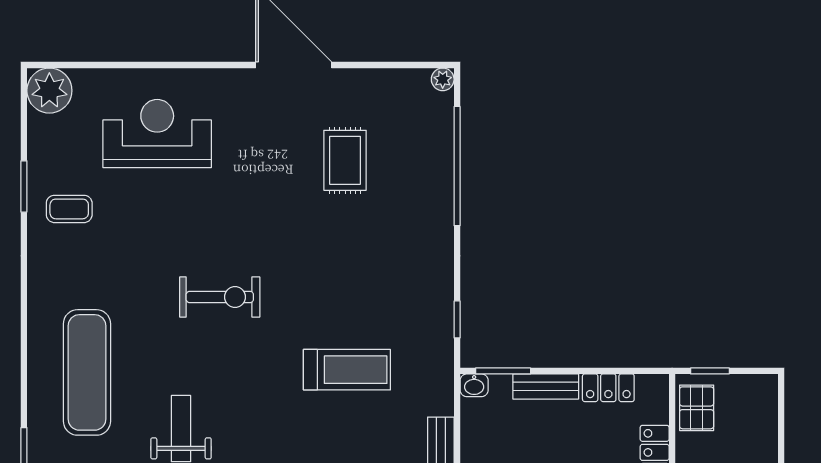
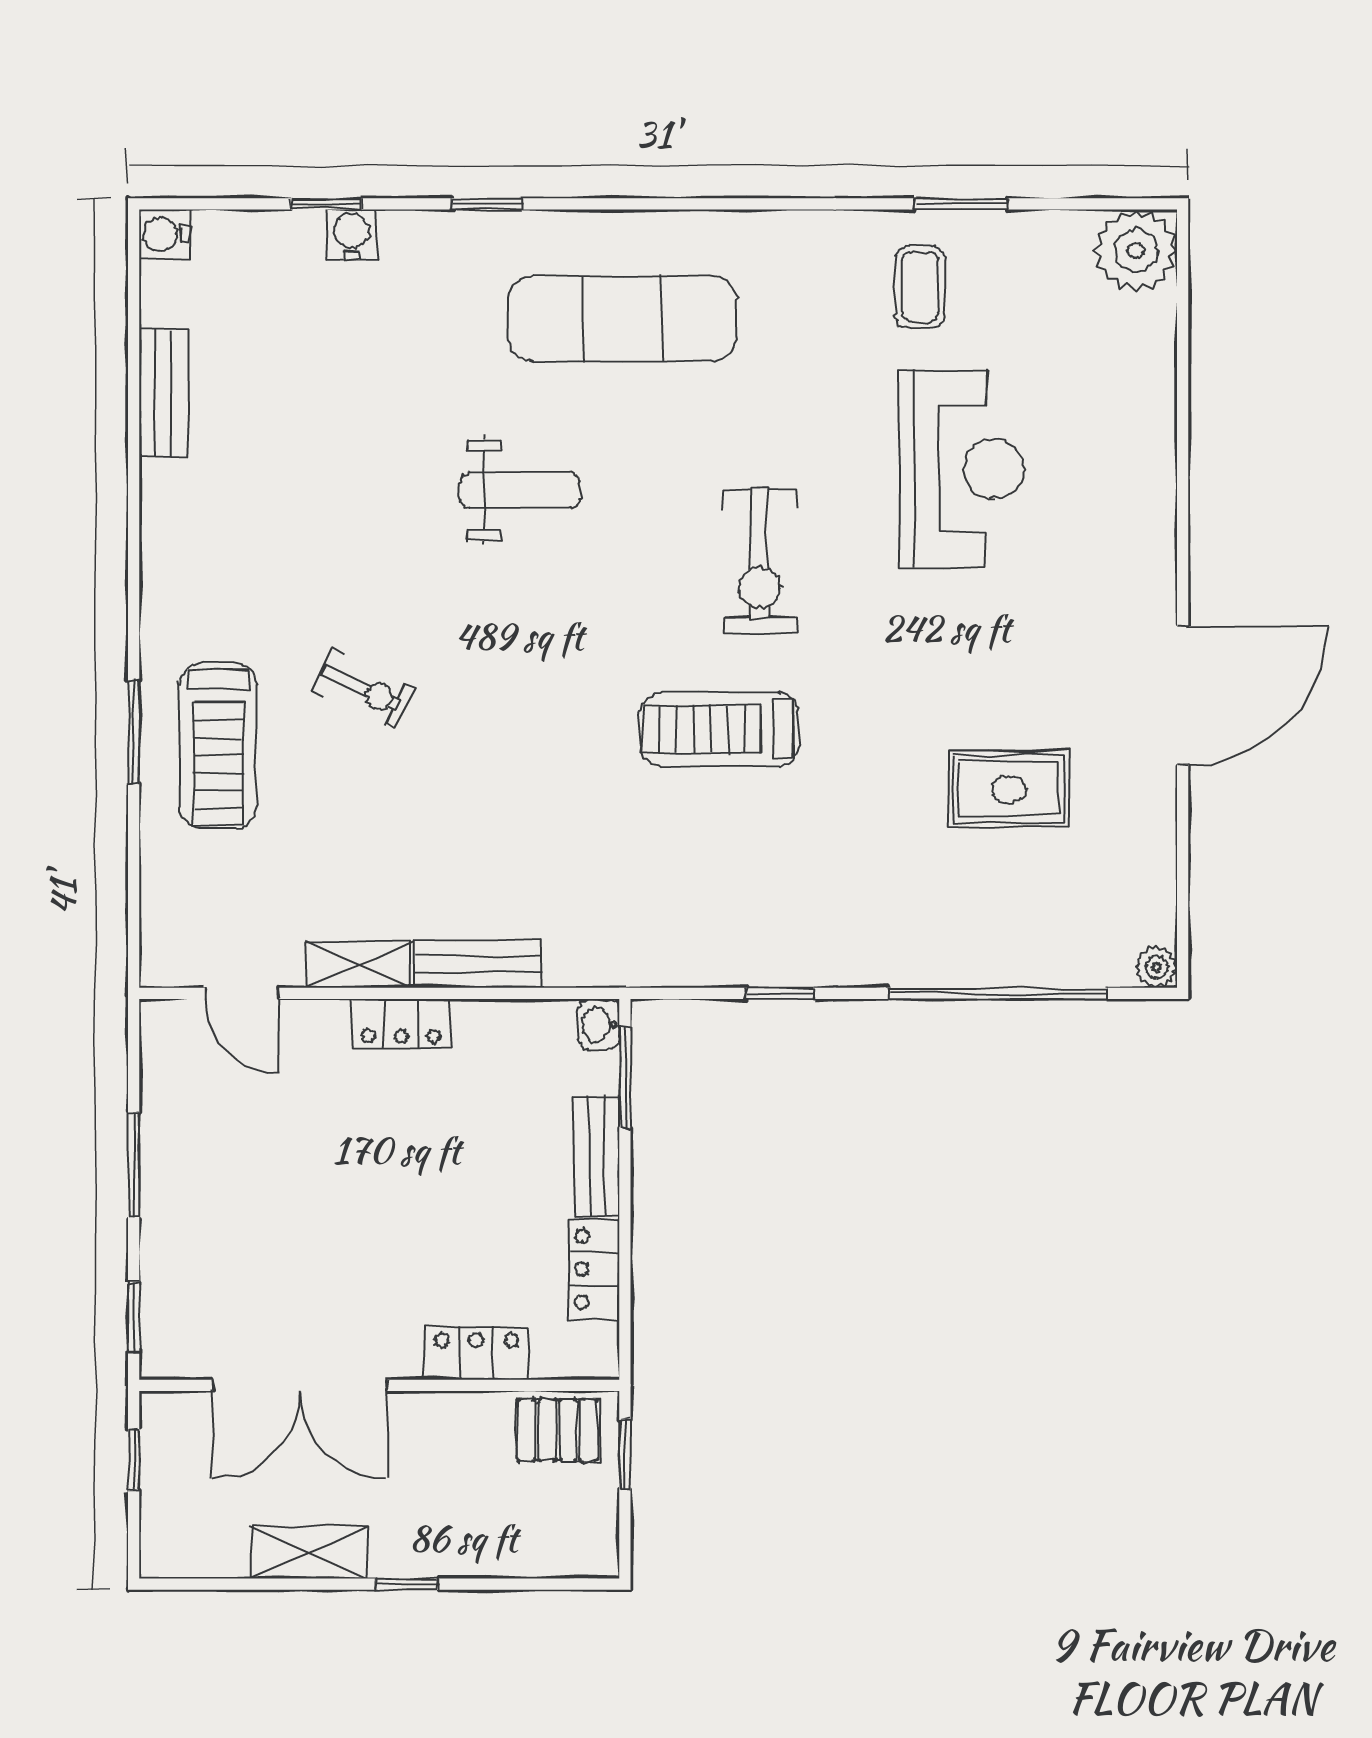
reception desk: (157, 134) -> (961, 469), moved
window: (457, 319) -> (780, 993), moved
treadmill: (347, 370) -> (719, 729), moved, turned 90

